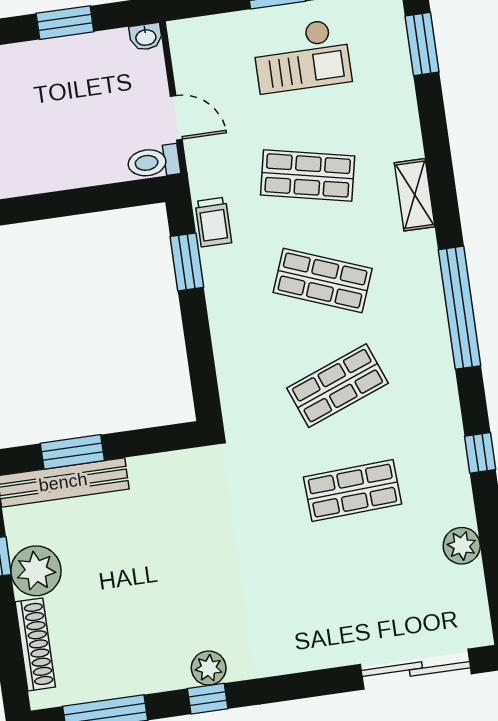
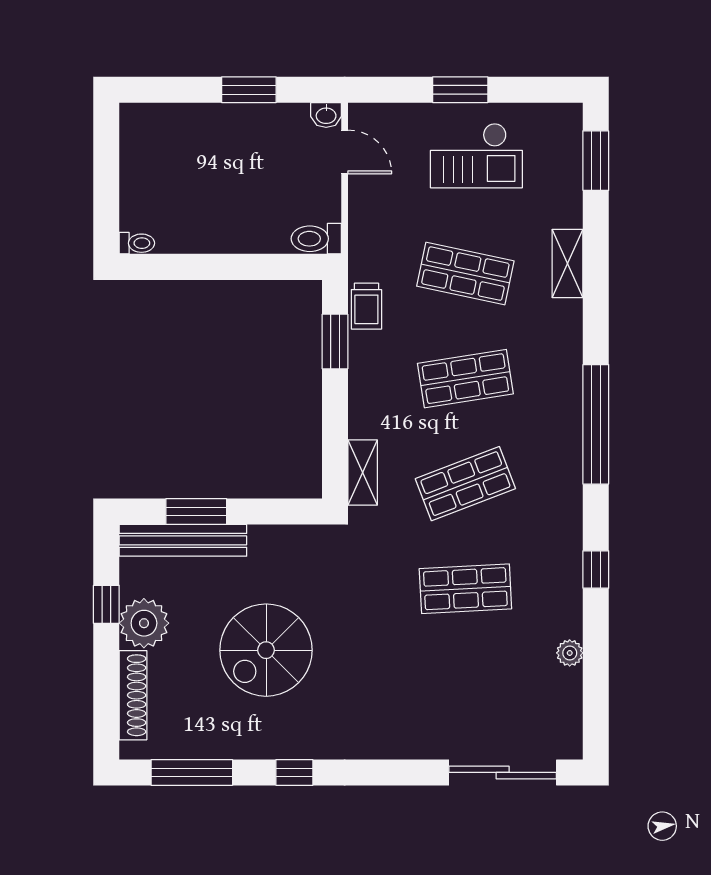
door: (176, 118) -> (345, 152), moved
shelving: (415, 195) -> (568, 264), moved
shop shelf: (323, 281) -> (465, 379), turned -30
shelving: (233, 389) -> (363, 473), added
plant: (462, 546) -> (570, 653), width x0.73, depth x0.73
spiral stairs: (162, 580) -> (266, 650), added
plant: (209, 668) -> (300, 743), removed

